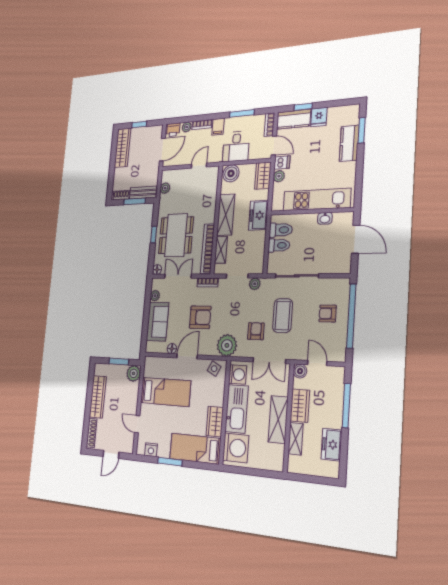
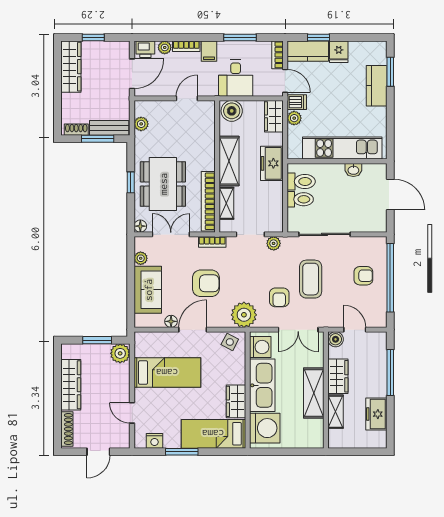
armchair: (328, 314) -> (363, 276), turned 180
armchair: (256, 331) -> (279, 297), turned 180

